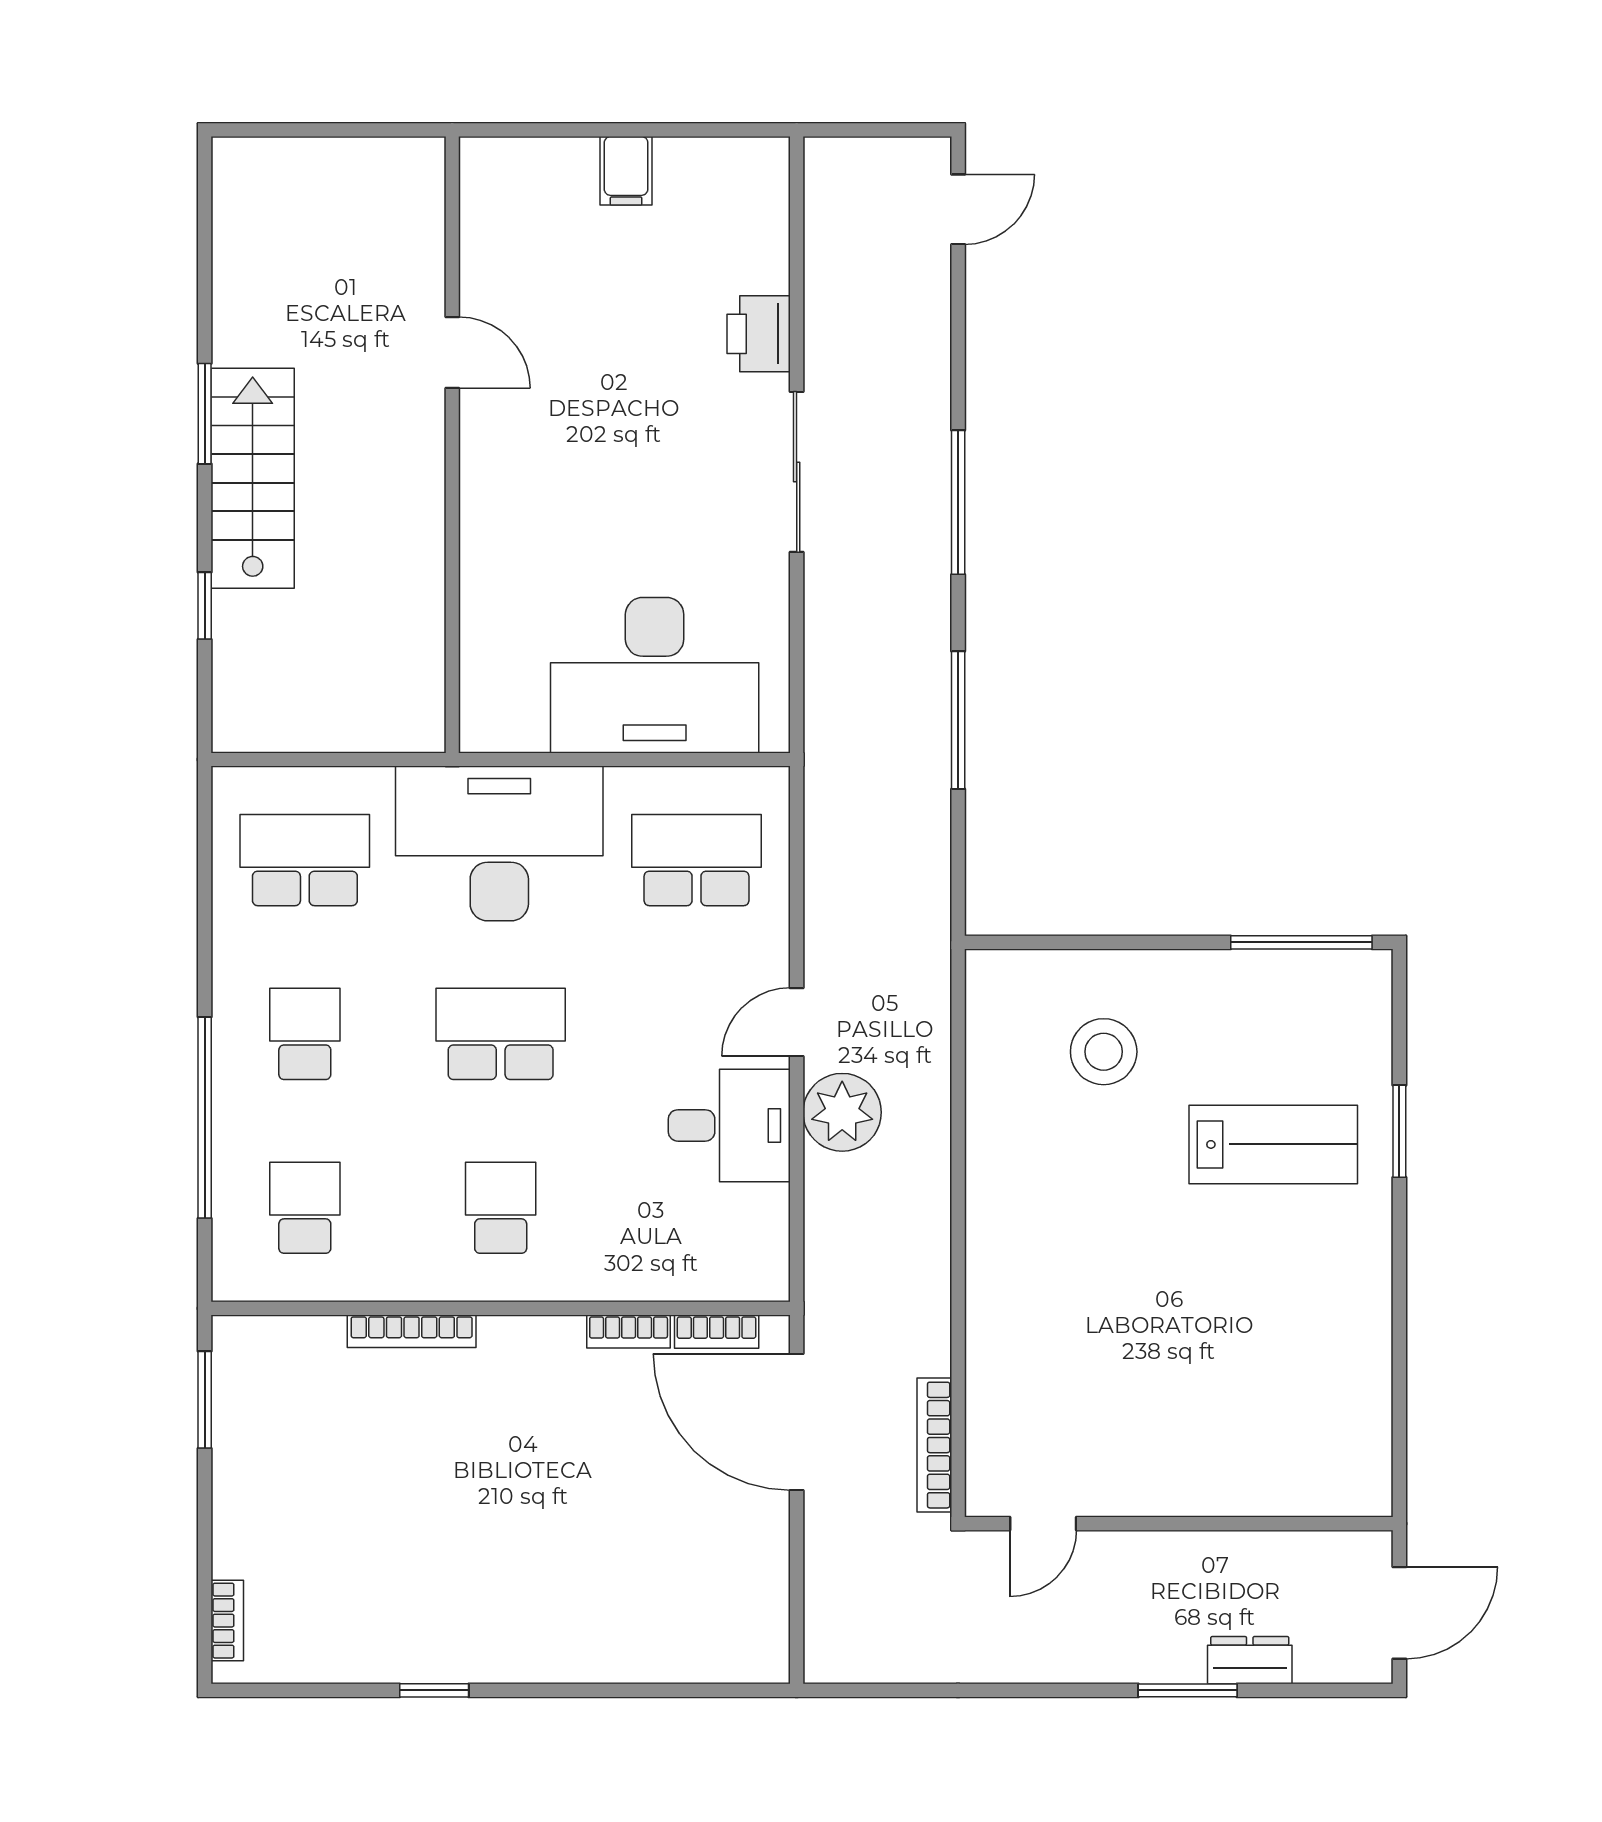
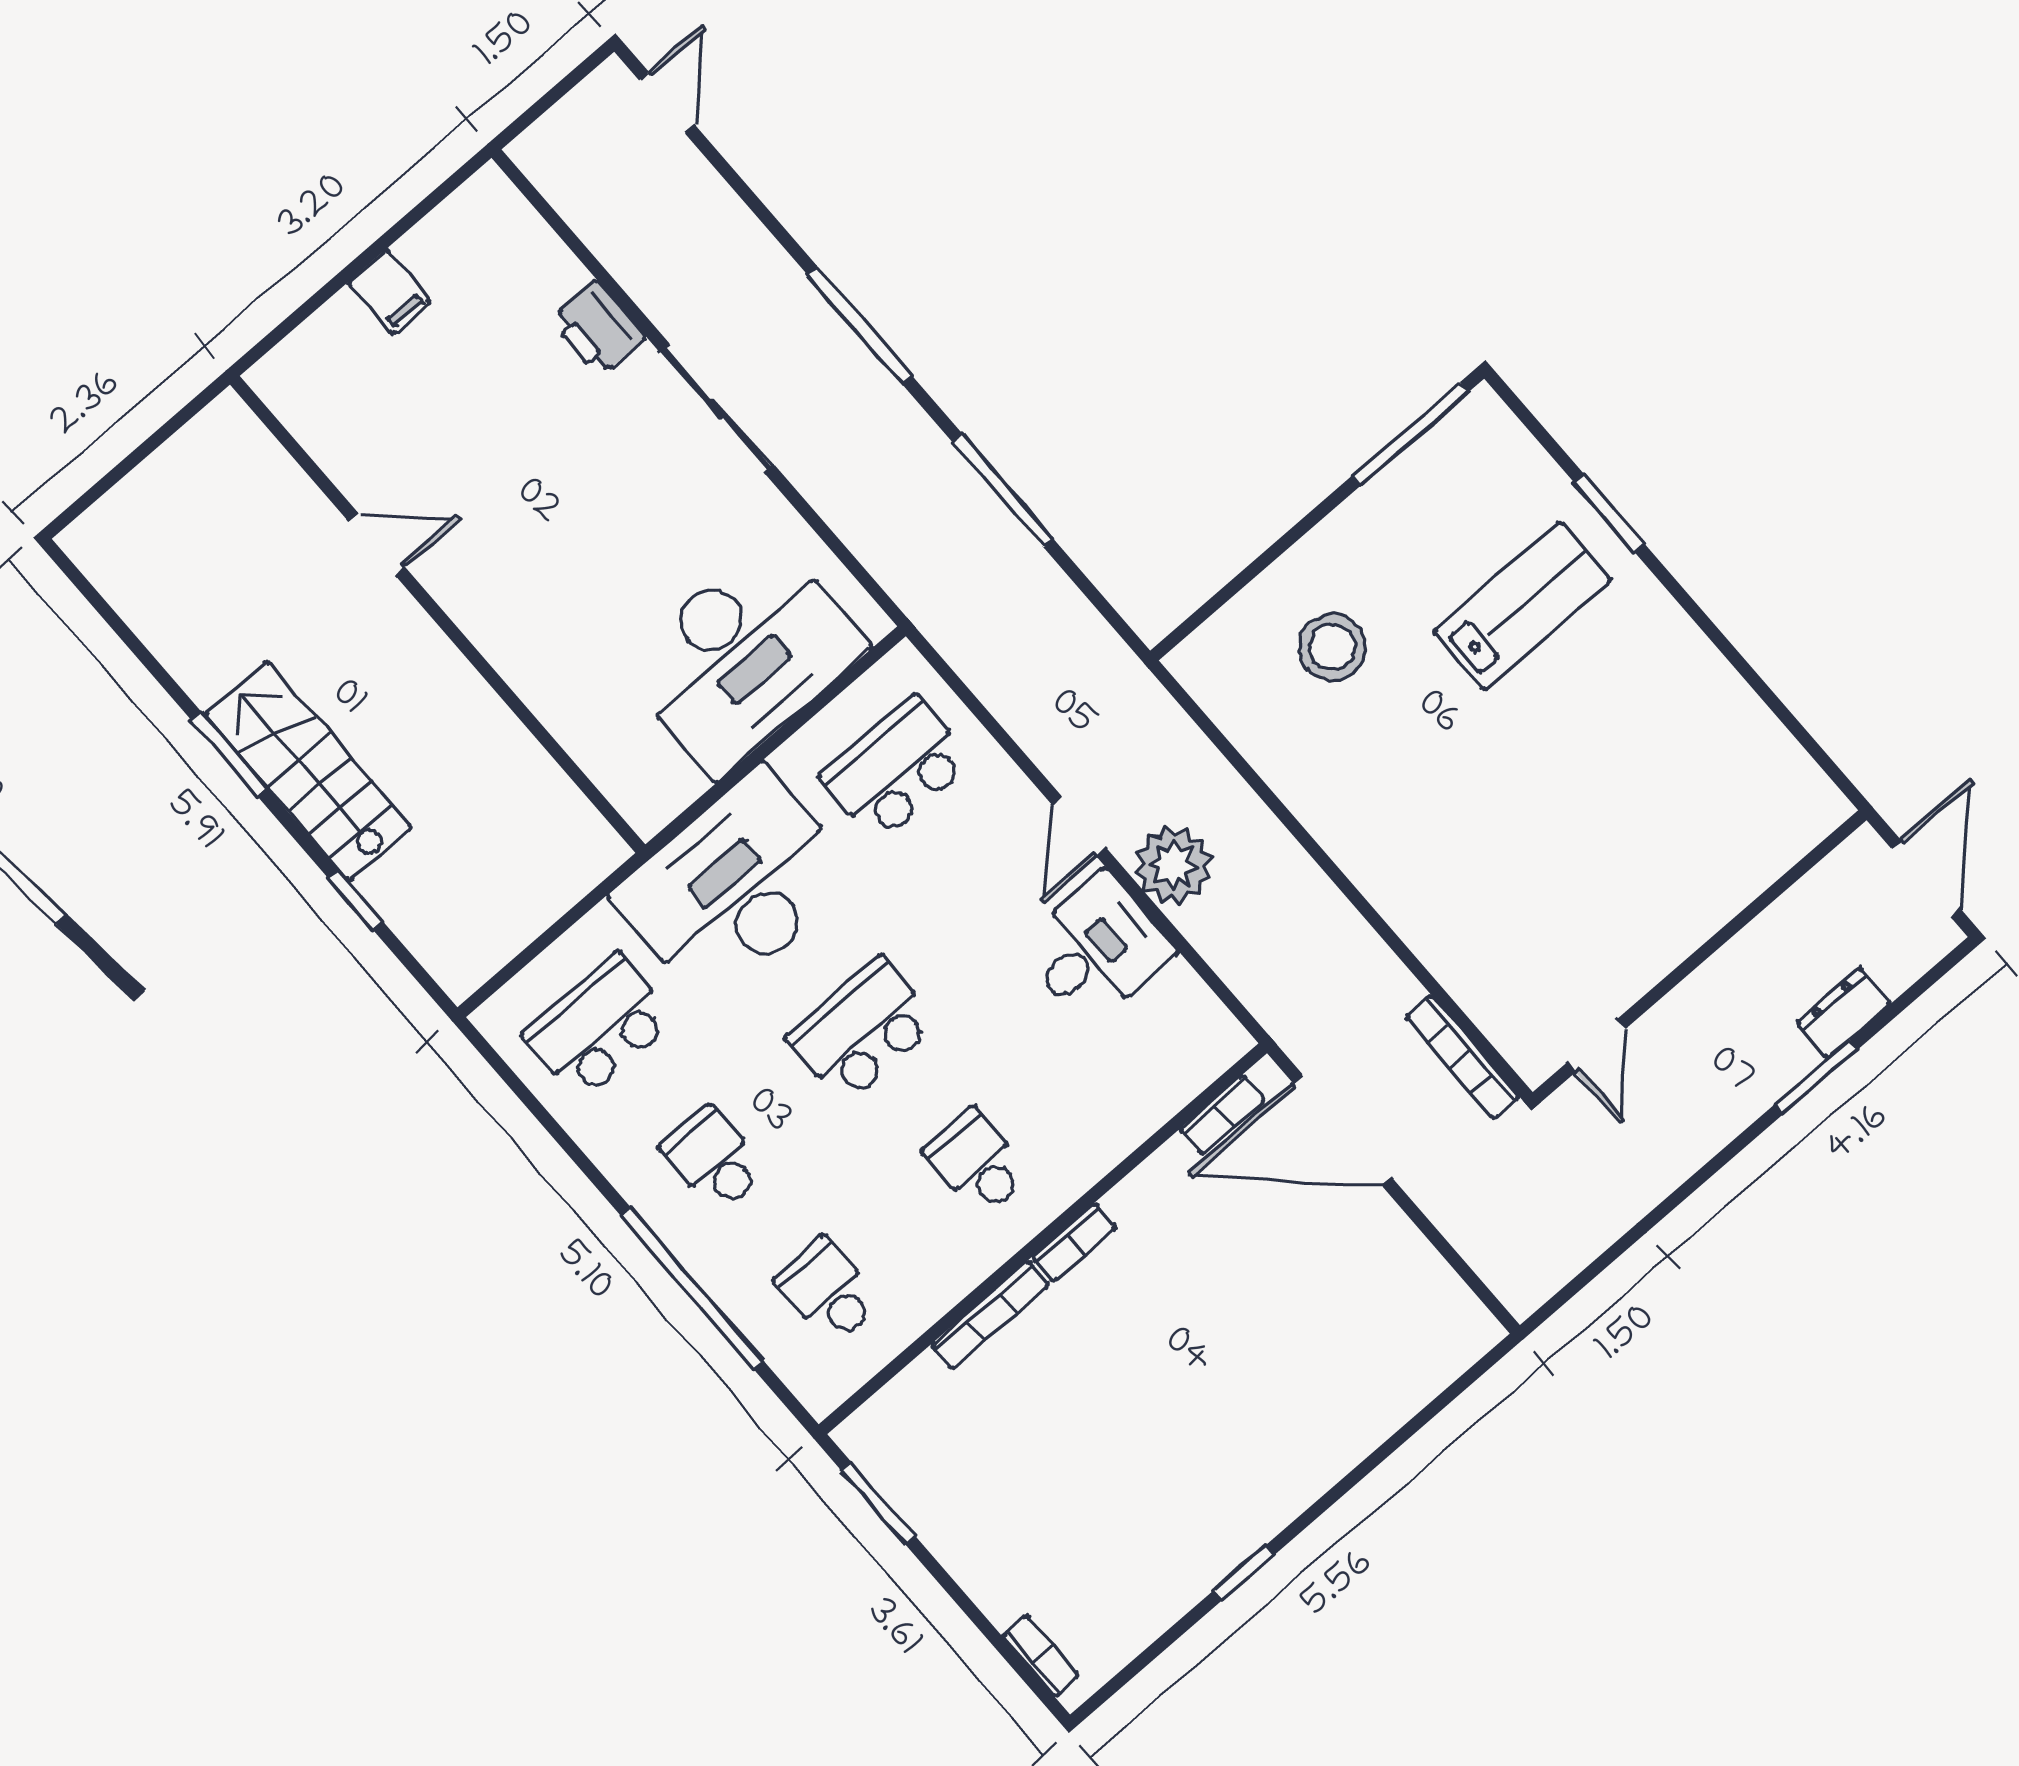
bookcase: (629, 1331) -> (1074, 1242), moved

